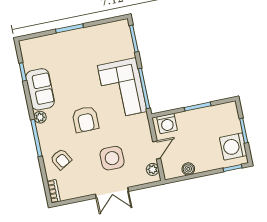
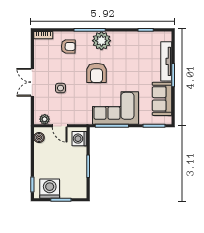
tv unit: (55, 40) -> (166, 61), added
sofa: (40, 89) -> (162, 99), moved, turned 90
plant: (40, 117) -> (101, 41), width x1.87, depth x1.87
armchair: (85, 119) -> (97, 73), turned -90
side table: (112, 158) -> (61, 88), width x0.54, depth x0.54
armchair: (61, 159) -> (68, 46), turned -149
boiler: (188, 169) -> (39, 138), moved

